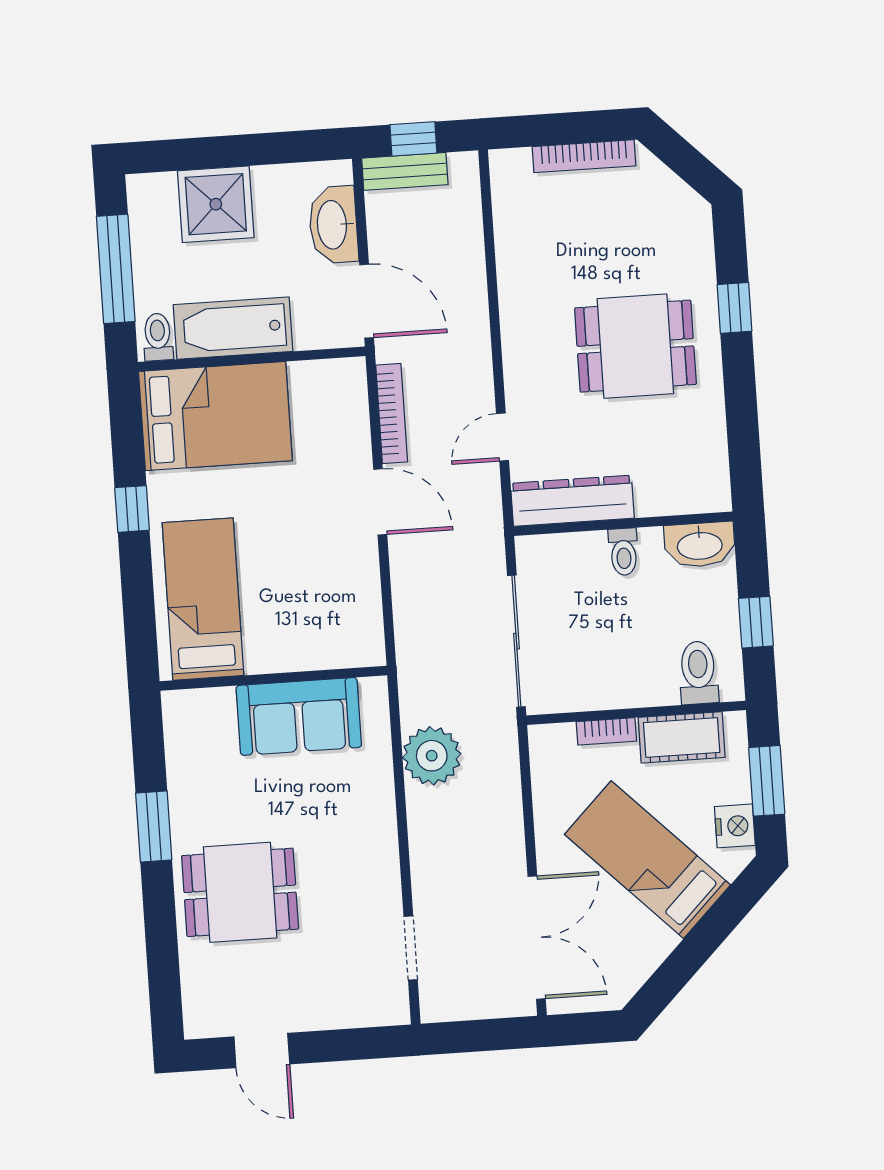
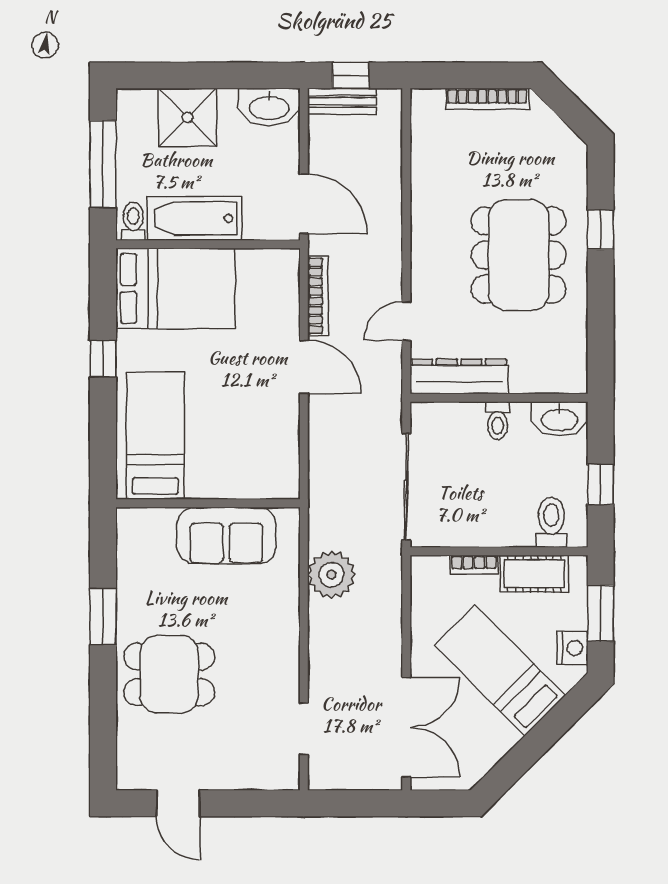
washbasin: (333, 225) -> (269, 107), moved, turned -90
dining table: (635, 346) -> (519, 255), width x1.38

